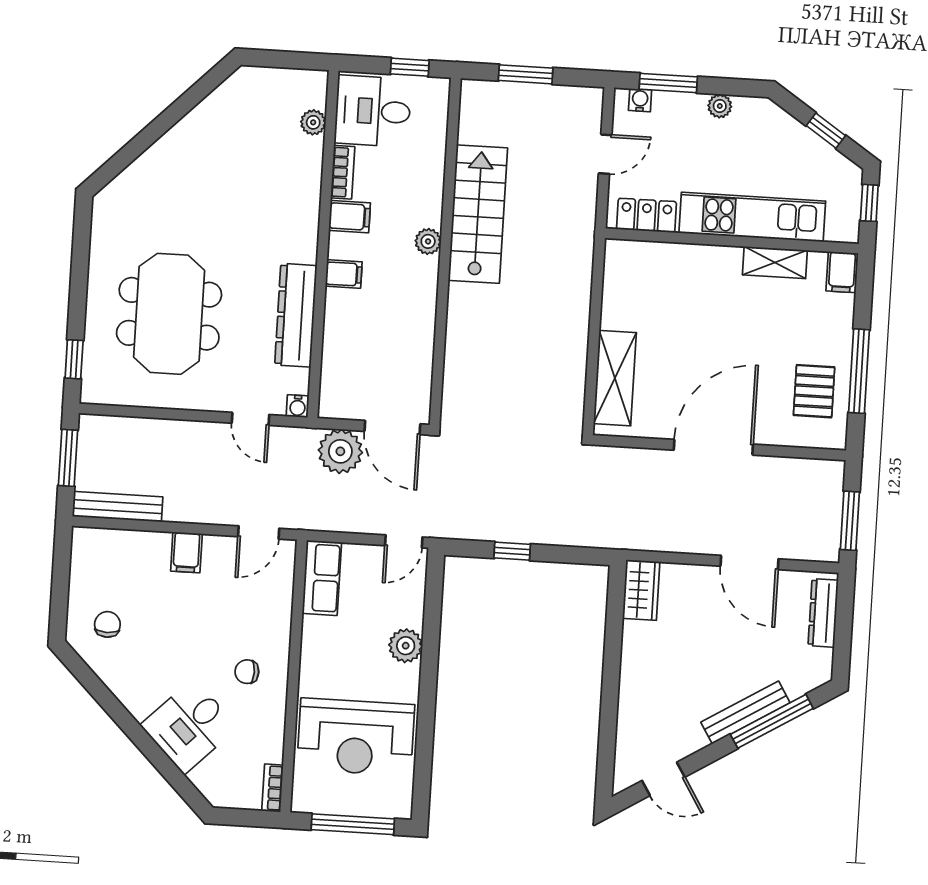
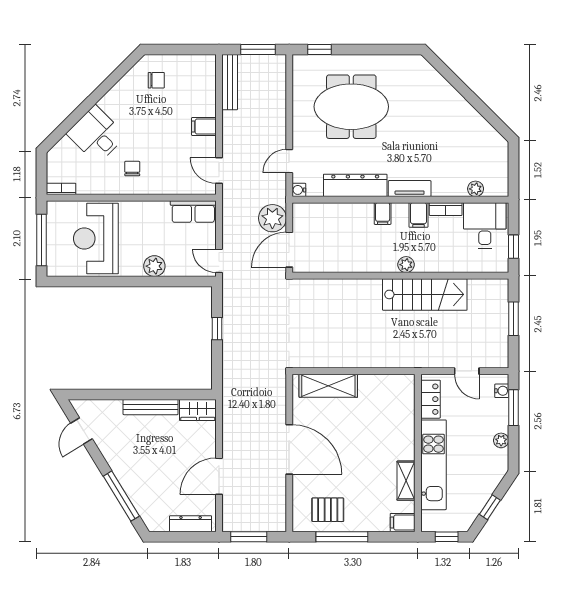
tv unit: (306, 228) -> (410, 189), added
bench: (745, 713) -> (151, 407), moved, turned -59

